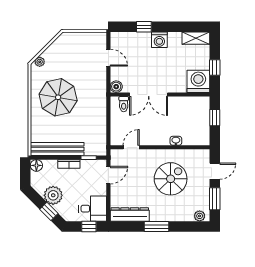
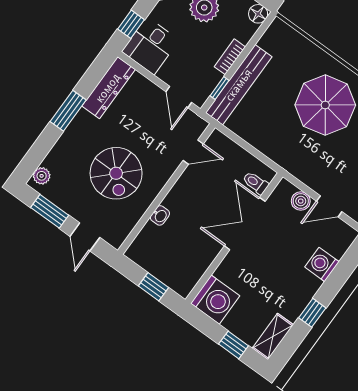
window: (144, 27) -> (312, 313), moved
washing machine: (159, 40) -> (322, 264), moved
window: (215, 67) -> (233, 345), moved
boiler: (116, 87) -> (301, 201), moved
door: (131, 147) -> (193, 152), hinge flipped
bench: (57, 149) -> (239, 85), moved

